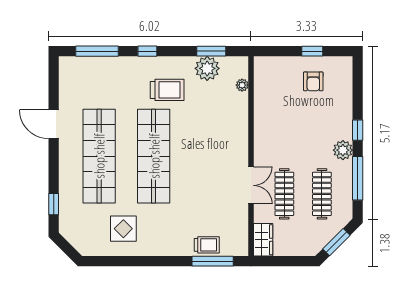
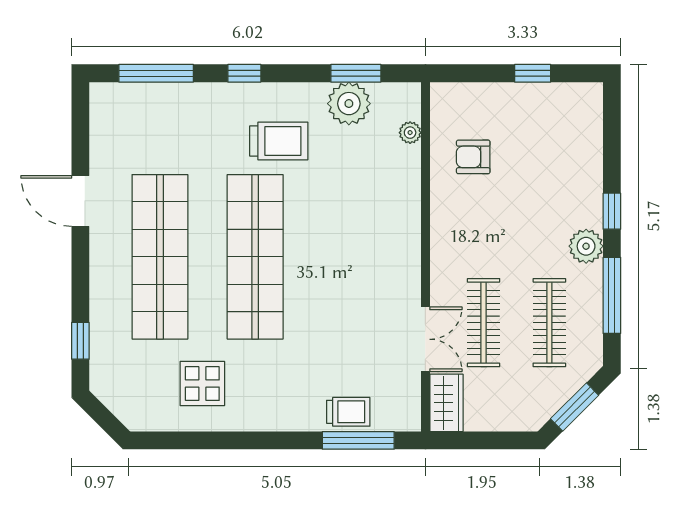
armchair: (313, 81) -> (473, 157), moved, turned 90
double door: (251, 185) -> (425, 339), moved

